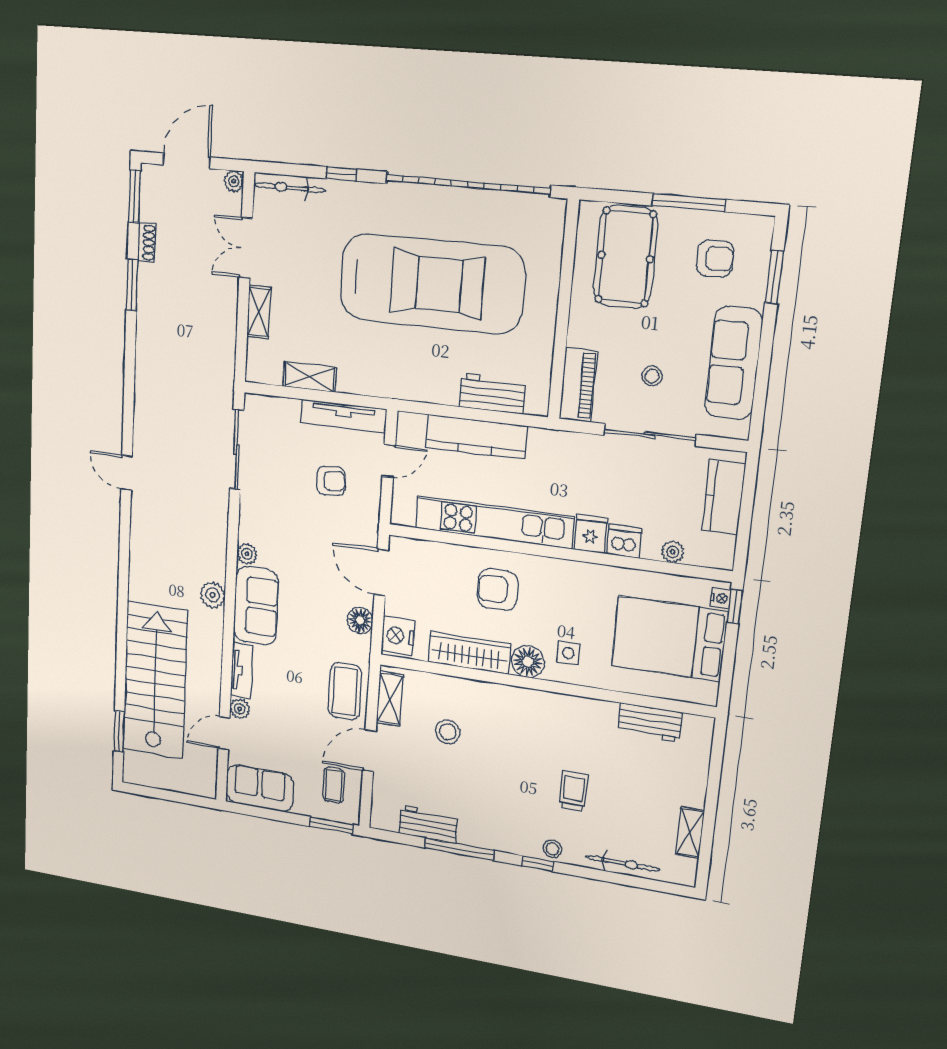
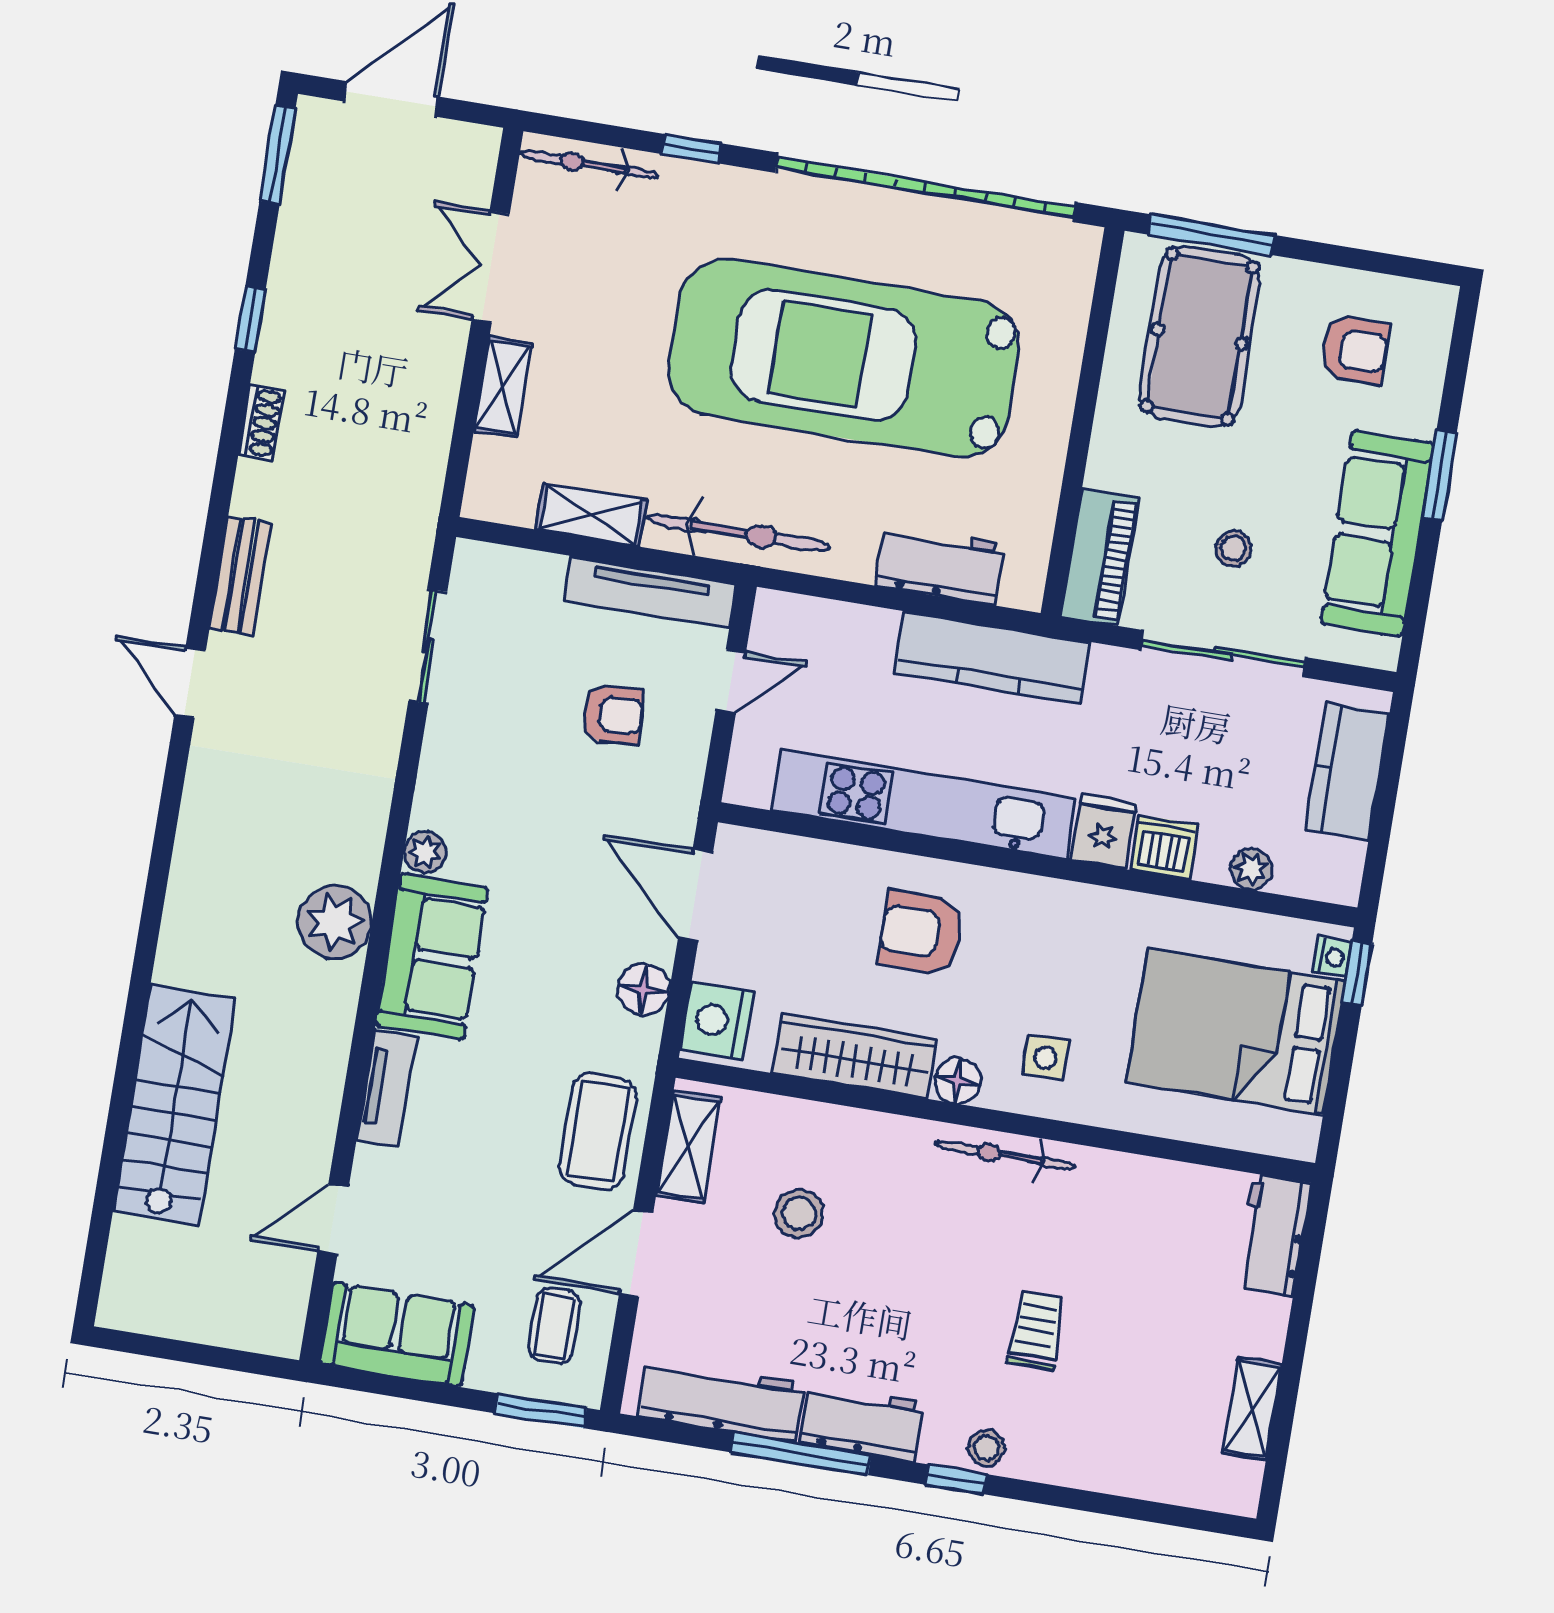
plant: (234, 181) -> (481, 144), removed
window: (689, 203) -> (1211, 235), moved
shoe rack: (147, 242) -> (261, 422), moved
window: (774, 277) -> (1439, 475), moved
car: (432, 284) -> (844, 358), turned 180
window: (132, 285) -> (250, 319), width x0.67
bicycle: (385, 382) -> (739, 533), added
bench: (143, 418) -> (240, 576), added
kitchen counter: (476, 437) -> (992, 657), moved
sliding door: (237, 450) -> (428, 646), width x0.73
plant: (213, 595) -> (335, 922), width x1.36, depth x1.36
floor lamp: (528, 662) -> (958, 1081), width x0.73, depth x0.73
stairs: (155, 681) -> (175, 1105), width x0.73, depth x0.66
plant: (240, 709) -> (373, 1168), removed
workbench: (650, 723) -> (1273, 1235), moved, turned 90
window: (119, 731) -> (102, 1216), removed
workbench: (428, 824) -> (721, 1400), width x1.38
workbench: (488, 835) -> (861, 1423), added
bicycle: (623, 863) -> (1006, 1155), moved, turned 180

